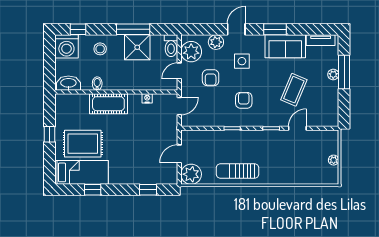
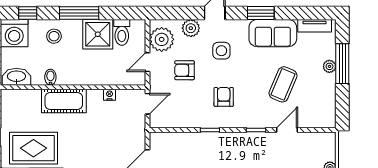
window: (133, 29) -> (79, 13), moved
toilet: (171, 46) -> (122, 32), moved
armchair: (211, 78) -> (185, 70), turned 90

